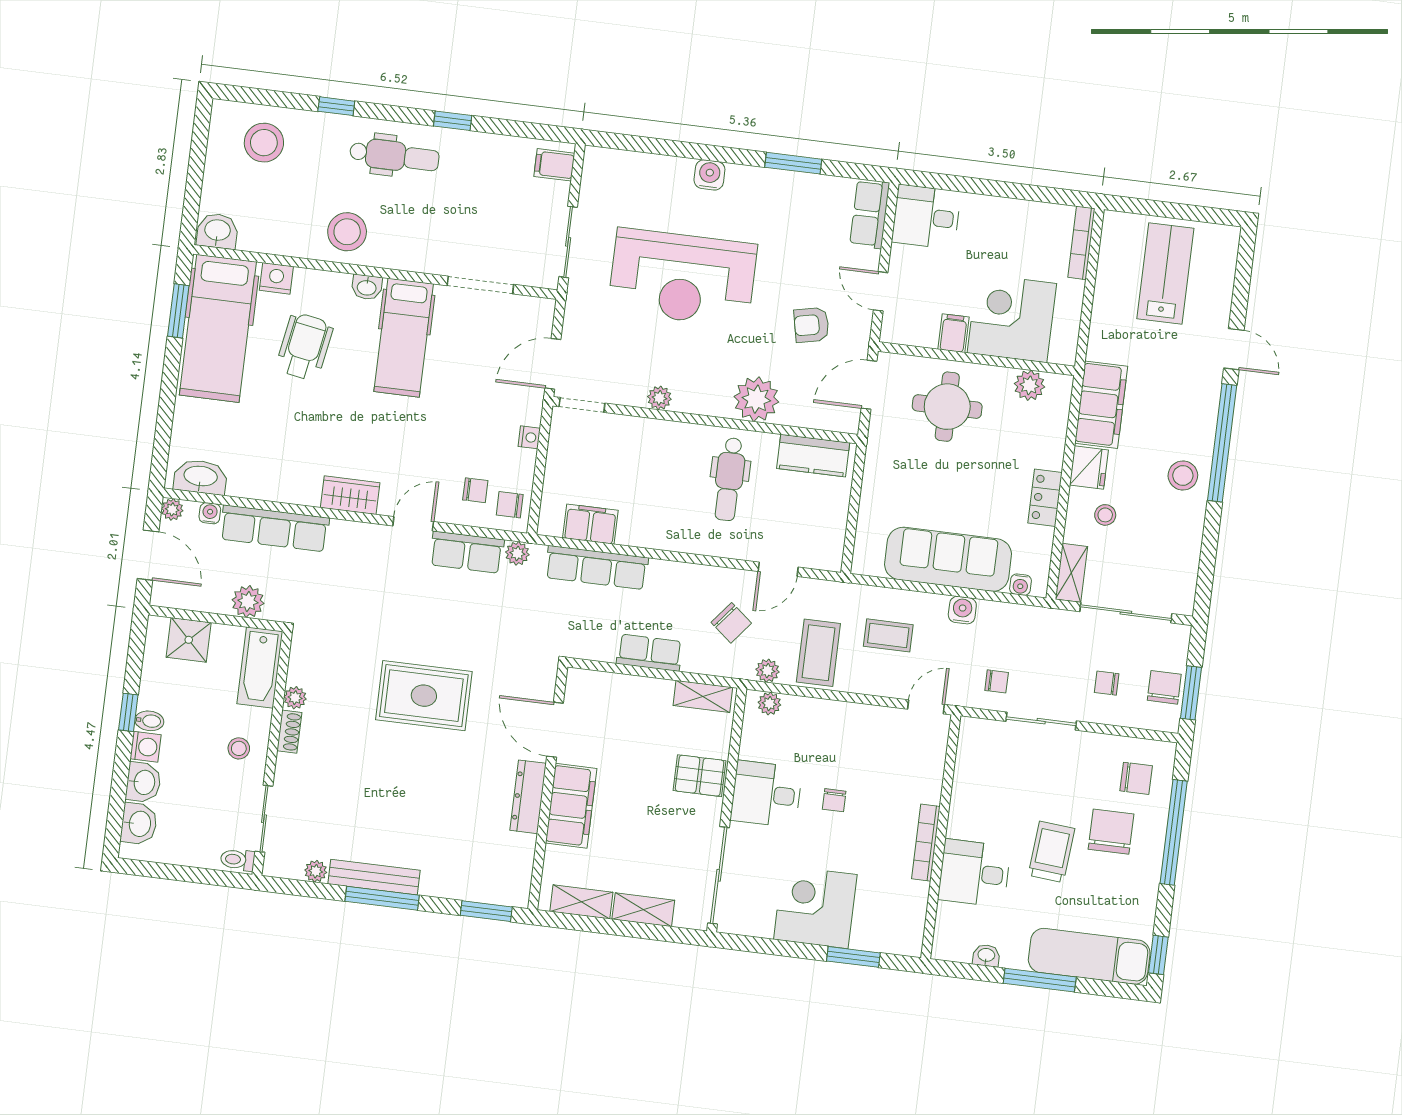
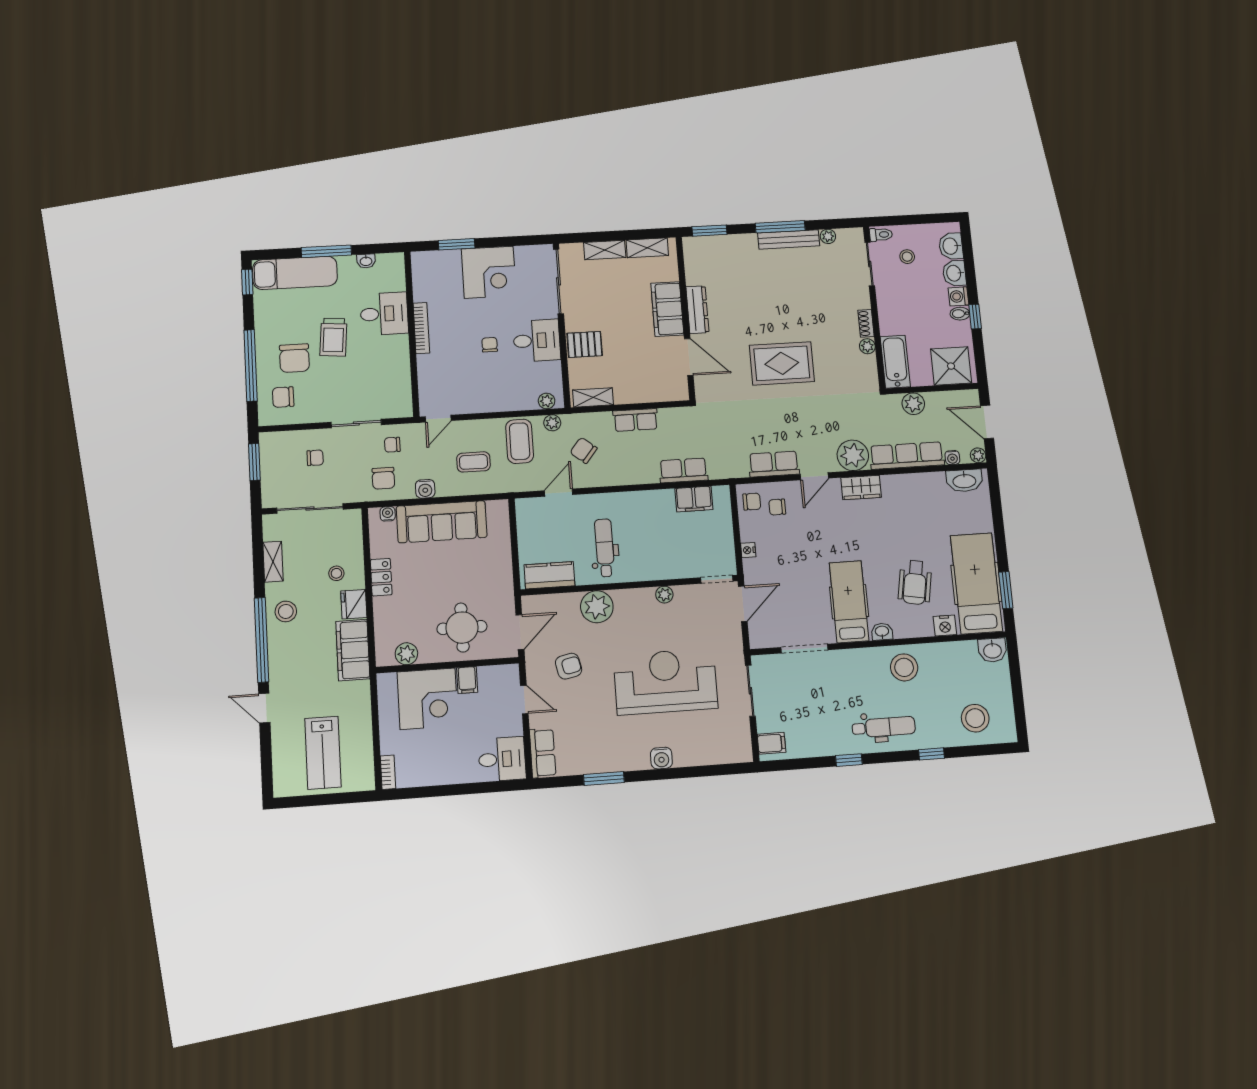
dental chair: (394, 156) -> (884, 727), turned 180
bookcase: (1081, 243) -> (388, 772), width x0.64
plant: (517, 553) -> (853, 455), moved, width x1.87, depth x1.87
row of seats: (597, 568) -> (683, 470), width x0.68
shelving: (1071, 573) -> (273, 562), moved
shower: (189, 640) -> (951, 366), width x1.36, depth x1.36
chair: (1164, 687) -> (383, 478), moved
stool: (239, 748) -> (907, 257), moved

